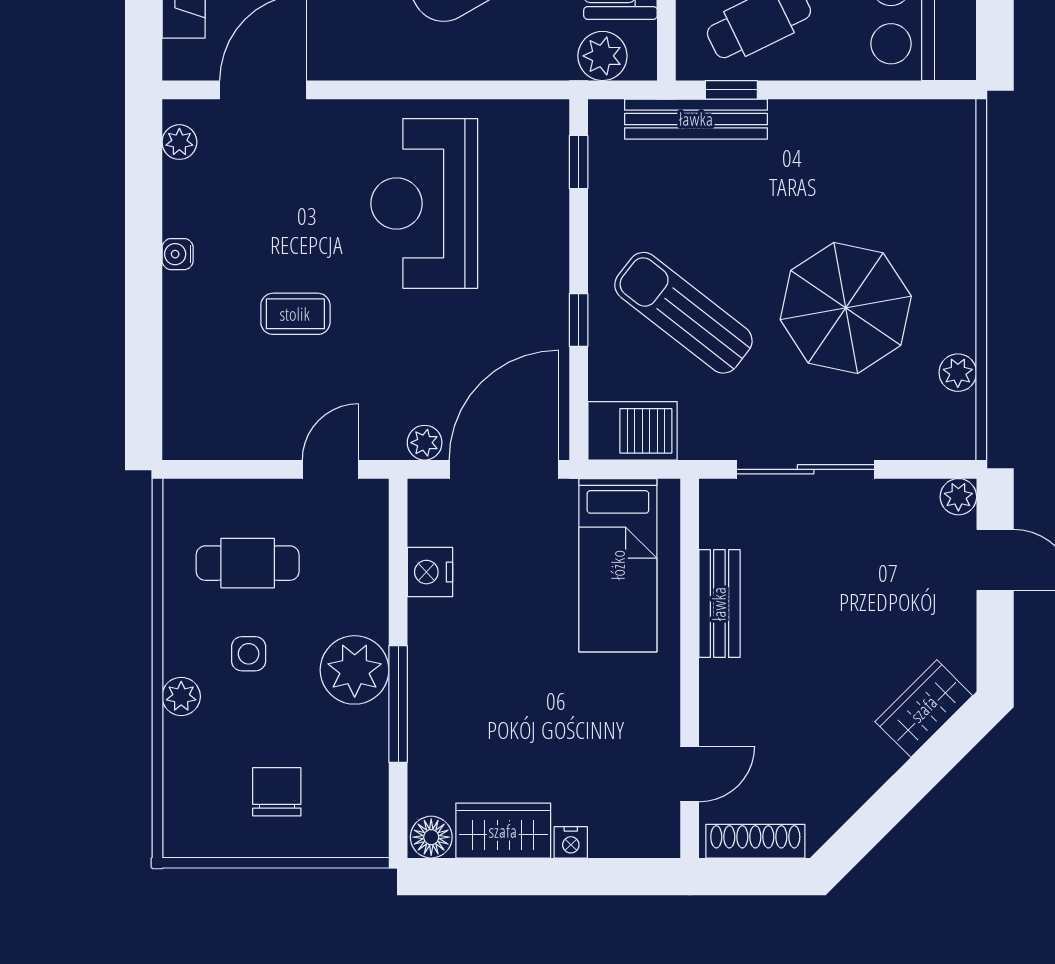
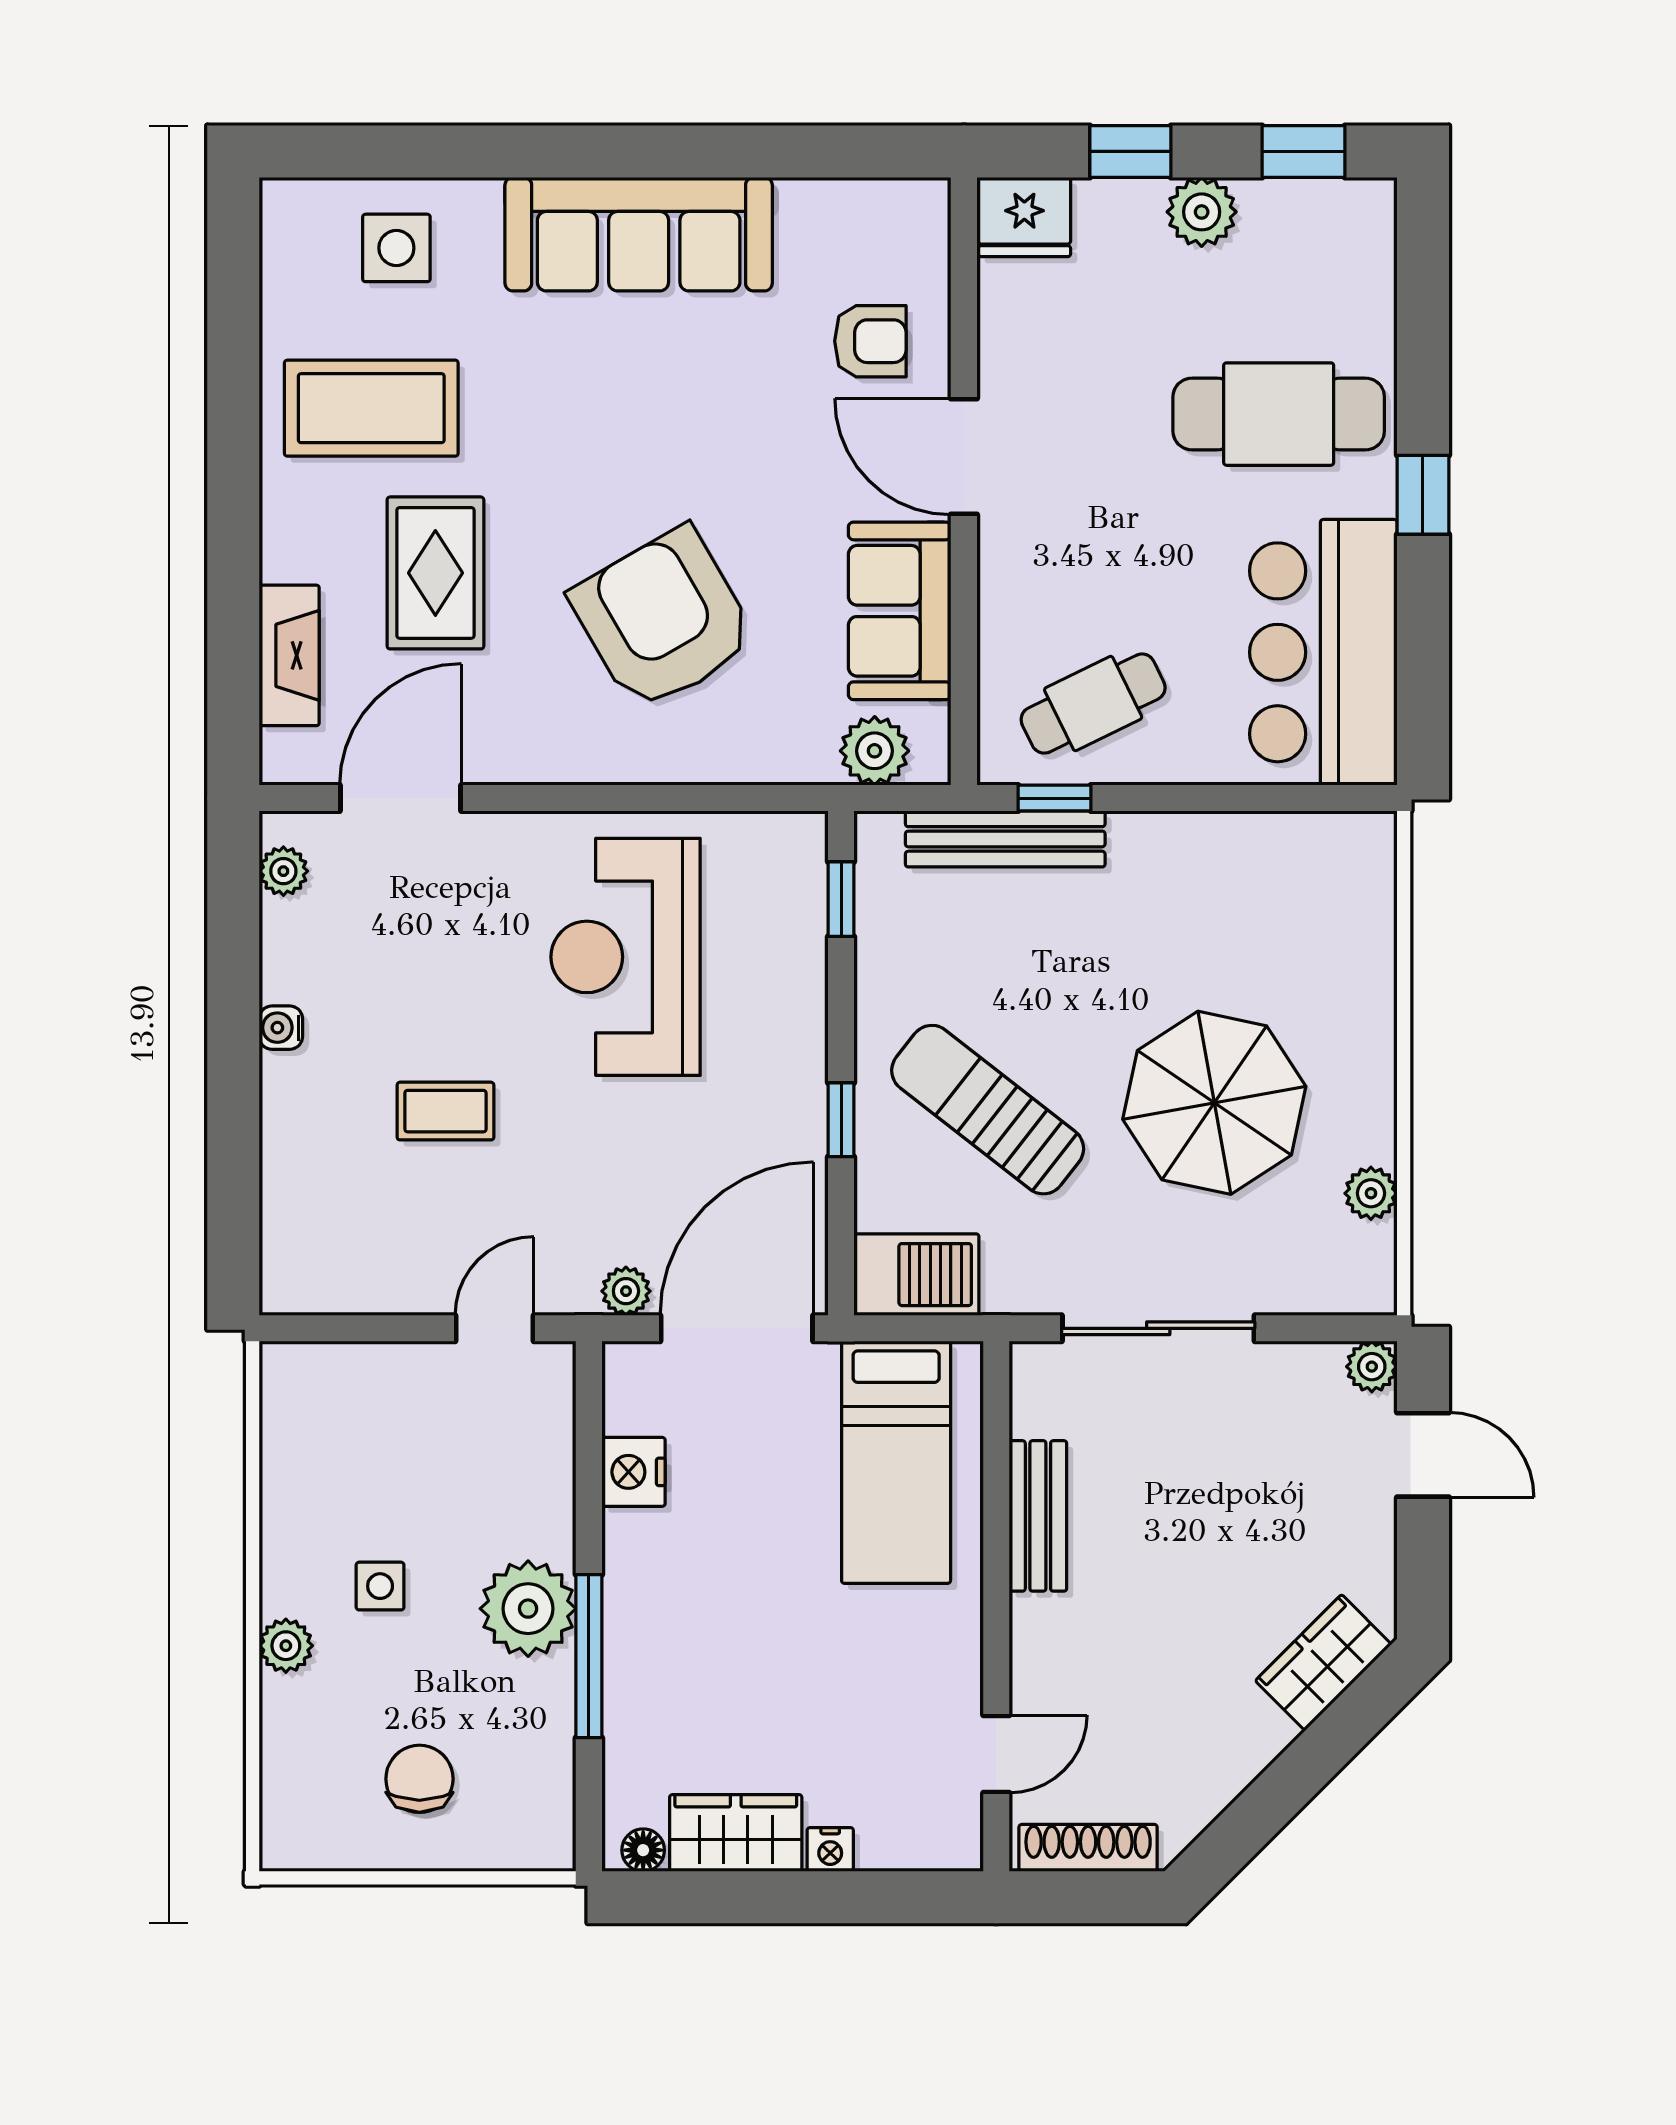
cafe table: (248, 563) -> (379, 1459), removed
floor lamp: (431, 837) -> (643, 1850), width x0.73, depth x0.73

